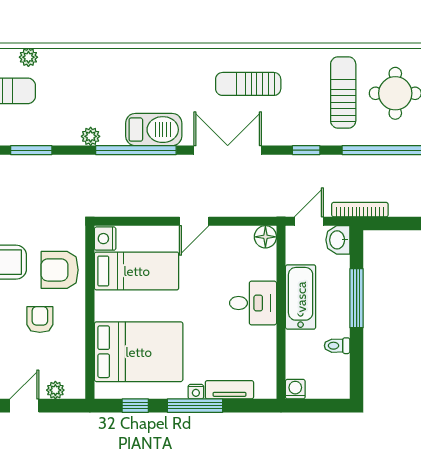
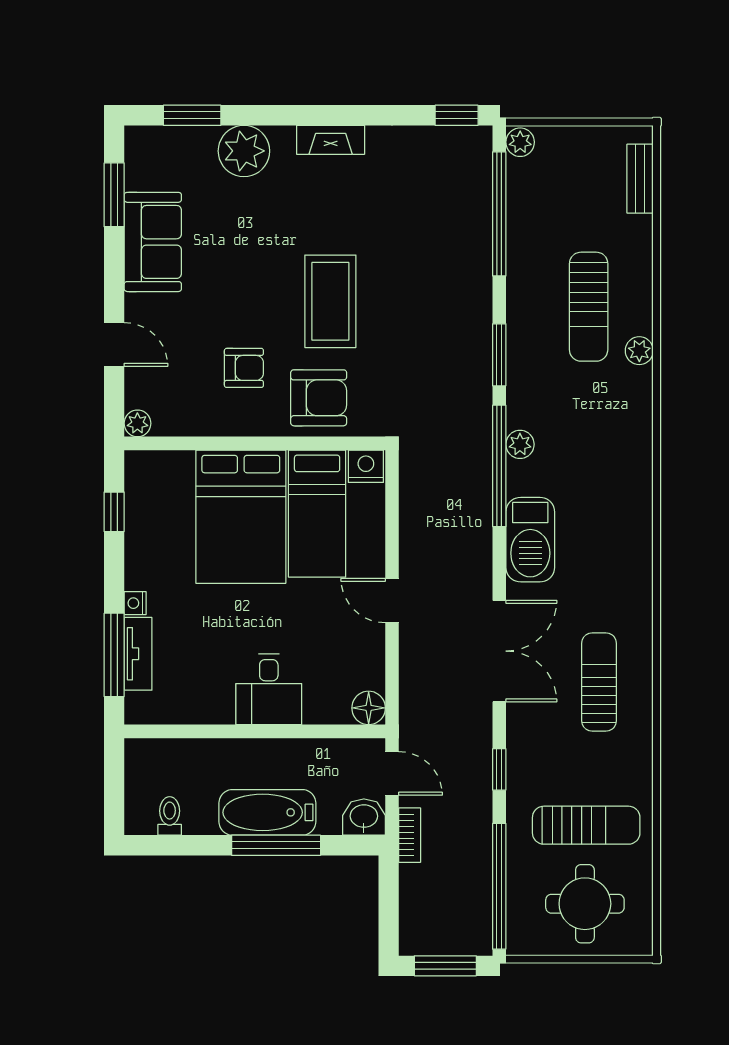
window: (136, 150) -> (499, 466), moved
bookcase: (360, 210) -> (410, 835), width x0.64
armchair: (60, 270) -> (319, 398), turned 90
bathtub: (301, 297) -> (267, 812), moved, turned 180
toilet: (337, 346) -> (170, 816), moved
bed: (139, 352) -> (241, 517), moved
washing machine: (295, 389) -> (139, 753), removed
plant: (55, 390) -> (137, 423), moved
window: (195, 406) -> (114, 655), moved

